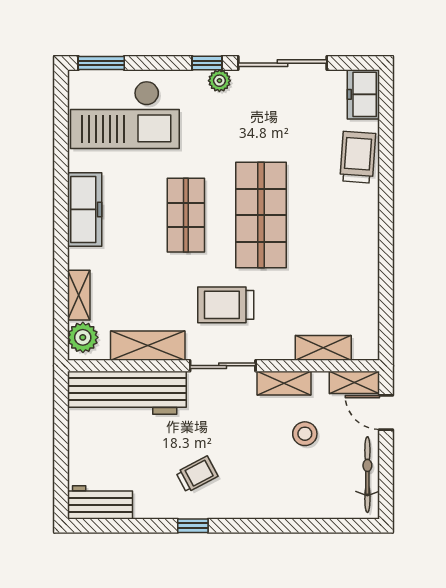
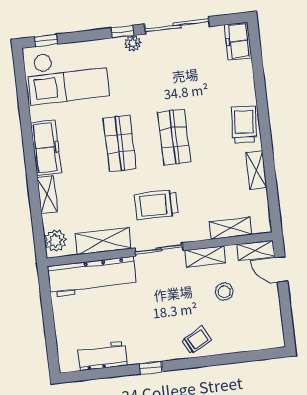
window: (101, 63) -> (46, 40), width x0.67
trolley: (358, 157) -> (244, 124), moved
shop shelf: (261, 215) -> (174, 137), width x0.70, depth x0.74
shelving: (368, 273) -> (256, 170), added
shelving: (79, 295) -> (47, 195), moved
trolley: (197, 474) -> (196, 340), moved
bicycle: (367, 475) -> (273, 316), removed
workbench: (100, 502) -> (103, 356), moved

